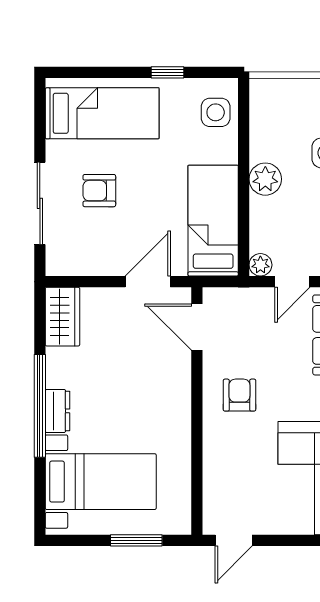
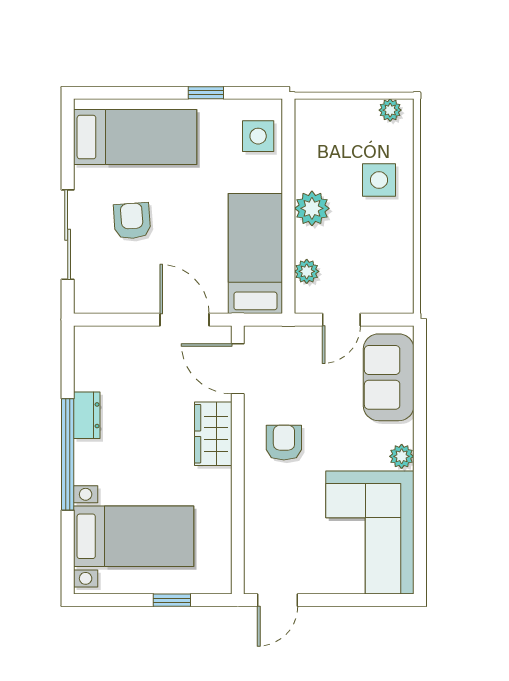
armchair: (99, 191) -> (132, 221), turned 86
plant: (260, 265) -> (307, 271), moved
door: (148, 282) -> (185, 320), hinge flipped
wardrobe: (62, 317) -> (213, 434), moved, turned 180
dresser: (58, 411) -> (87, 415), moved
window: (136, 540) -> (172, 600), width x0.67

